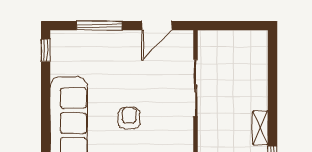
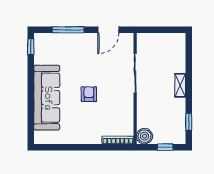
shelving: (260, 128) -> (180, 85), moved

